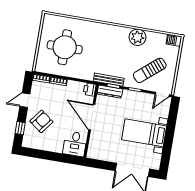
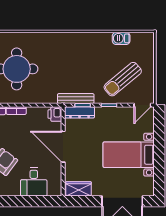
plant: (137, 37) -> (101, 42), removed
barbecue: (174, 40) -> (121, 38), moved
desk: (75, 144) -> (34, 182), moved
wardrobe: (98, 154) -> (79, 189), added

